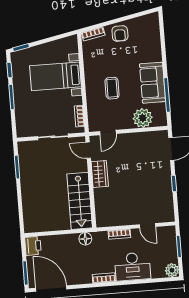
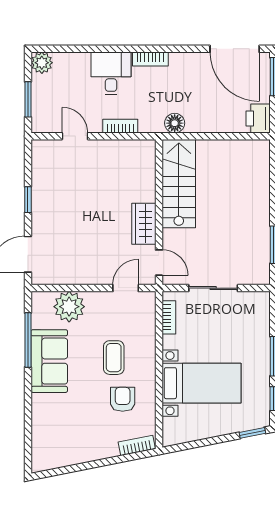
armchair: (120, 34) -> (123, 399), moved
desk: (132, 267) -> (111, 73), width x0.73

